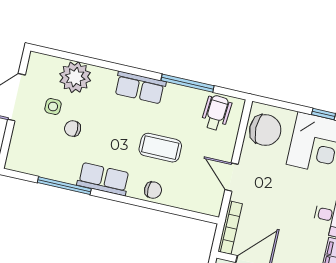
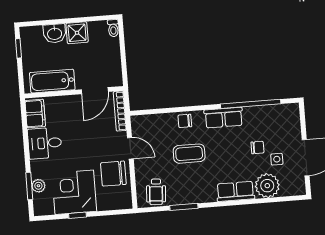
window: (188, 83) -> (184, 207), width x0.69
row of seats: (140, 88) -> (235, 191), moved
chair: (265, 130) -> (113, 174), moved
window: (64, 186) -> (251, 104), width x1.46

